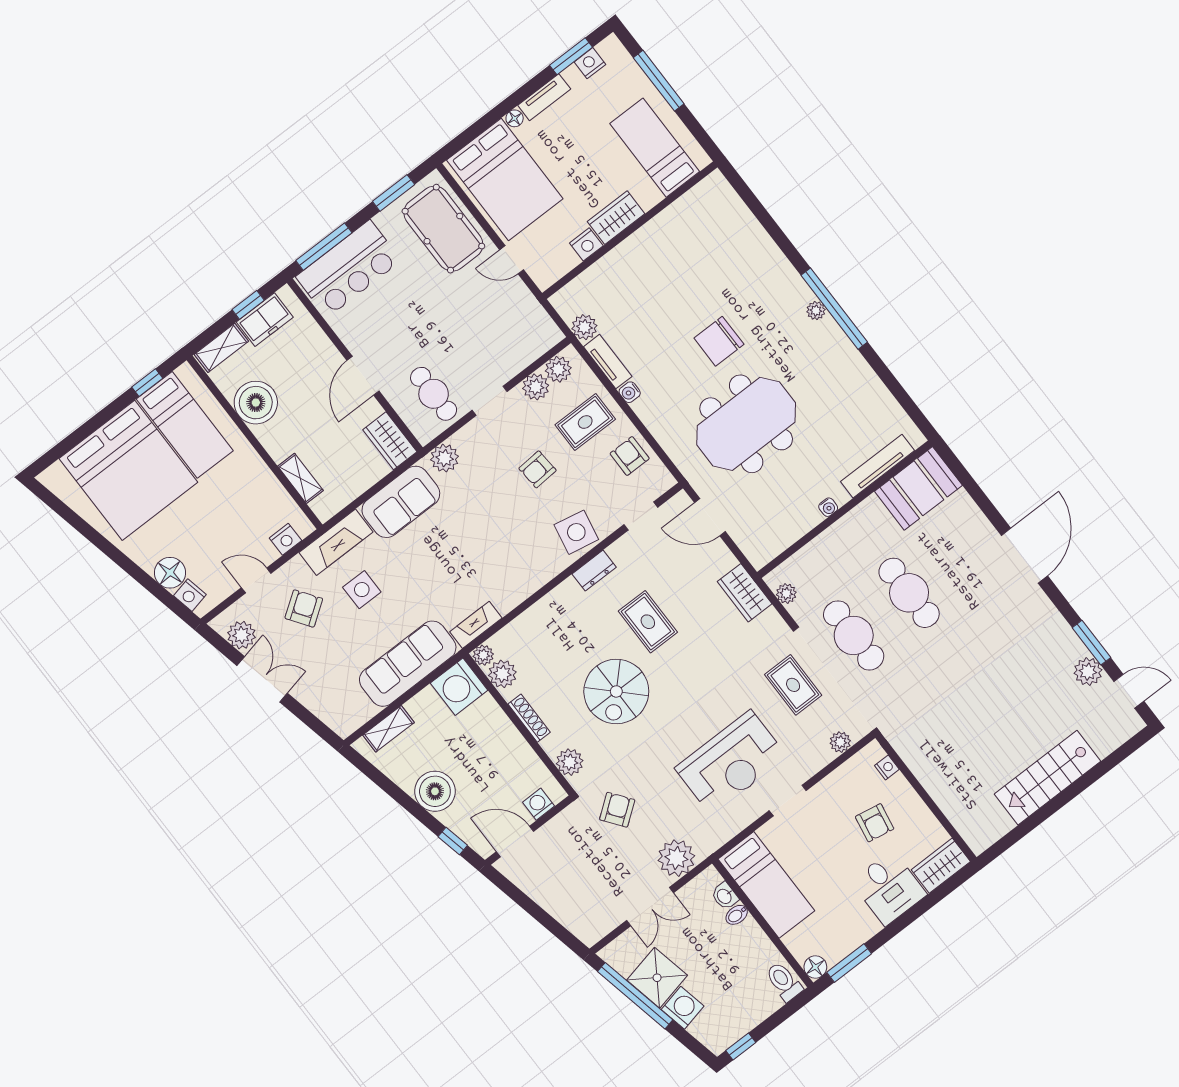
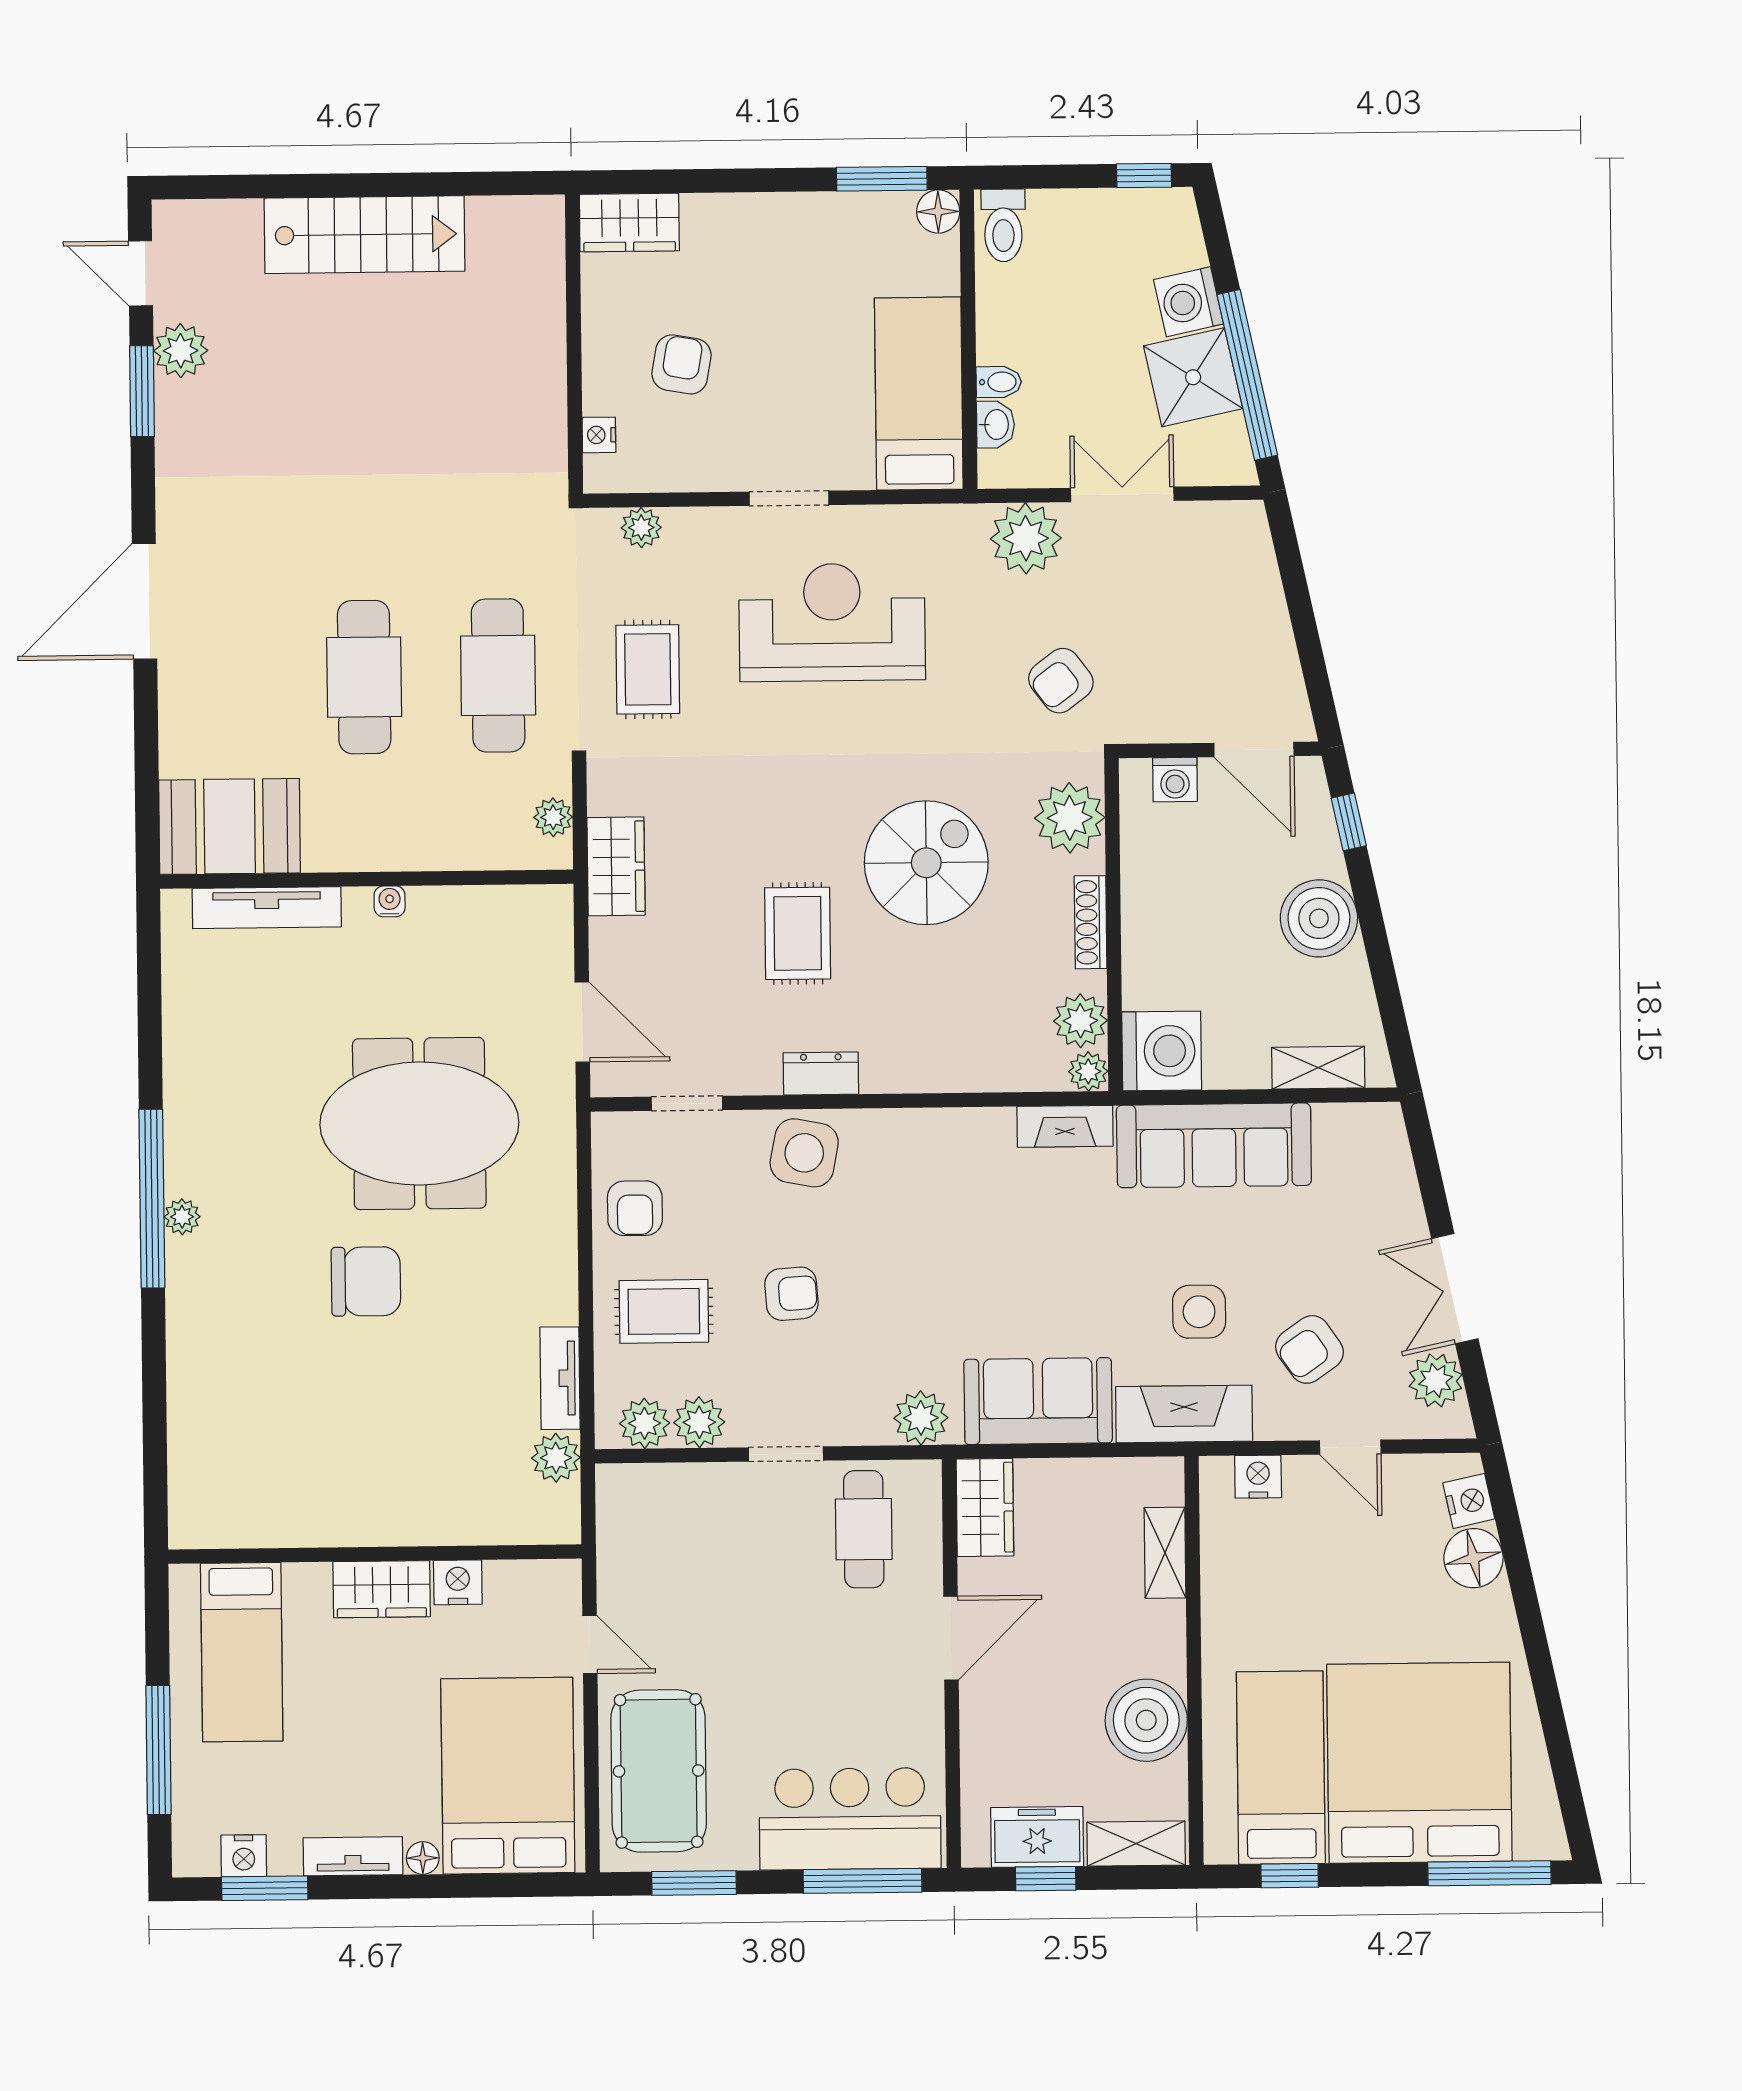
water cooler: (630, 392) -> (561, 1306), removed
window: (65, 446) -> (1489, 1873), added
plant: (570, 762) -> (1070, 818), width x1.36, depth x1.36
desk: (889, 888) -> (735, 248), removed

